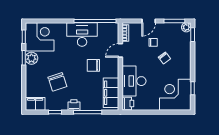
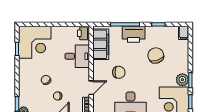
desk: (134, 81) -> (77, 56), width x0.73
filing cabinet: (35, 104) -> (184, 33), width x0.50
printer: (74, 105) -> (134, 34), width x1.87, depth x1.48

